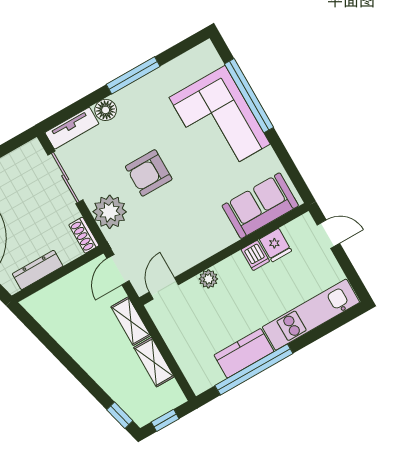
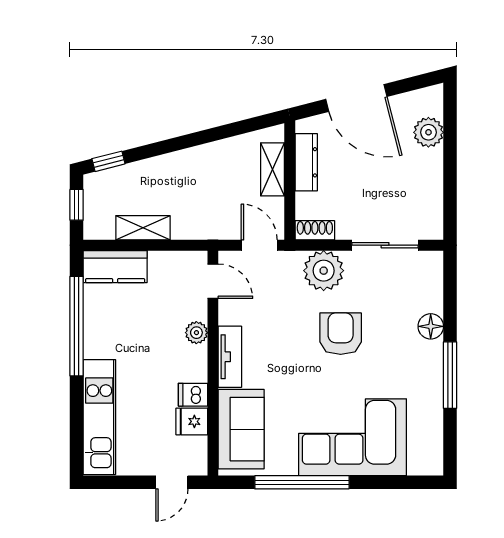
window: (249, 96) -> (302, 482), moved
tv unit: (72, 128) -> (230, 357), moved, turned 180
shelving: (131, 321) -> (273, 169), moved, turned 90
kitchen counter: (244, 353) -> (115, 267), moved, turned 90

